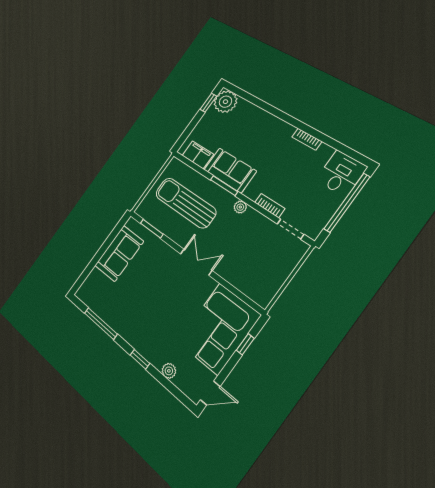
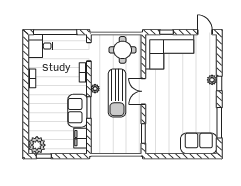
sun lounger: (185, 203) -> (117, 93), moved
sofa: (119, 253) -> (199, 143), moved
round table: (263, 272) -> (123, 50), added
plant: (169, 371) -> (212, 80), moved

